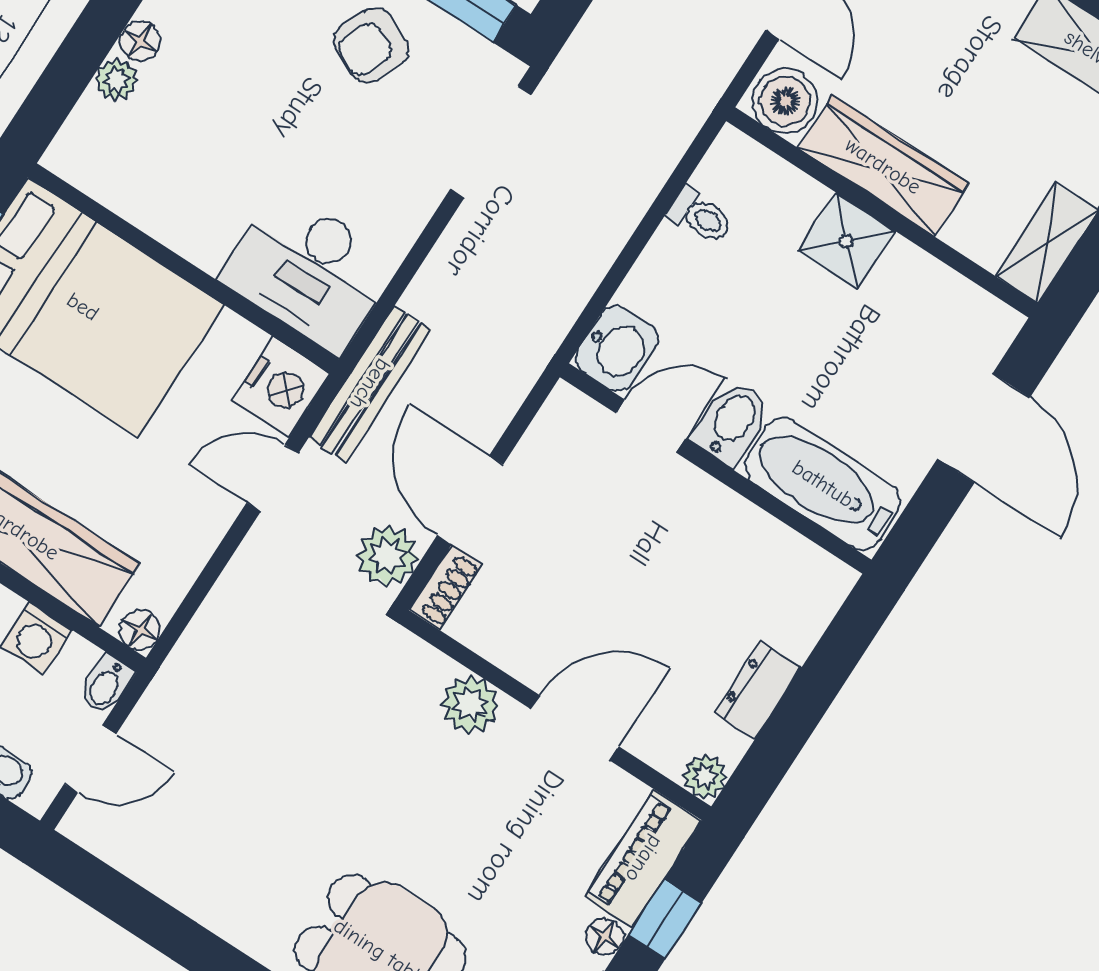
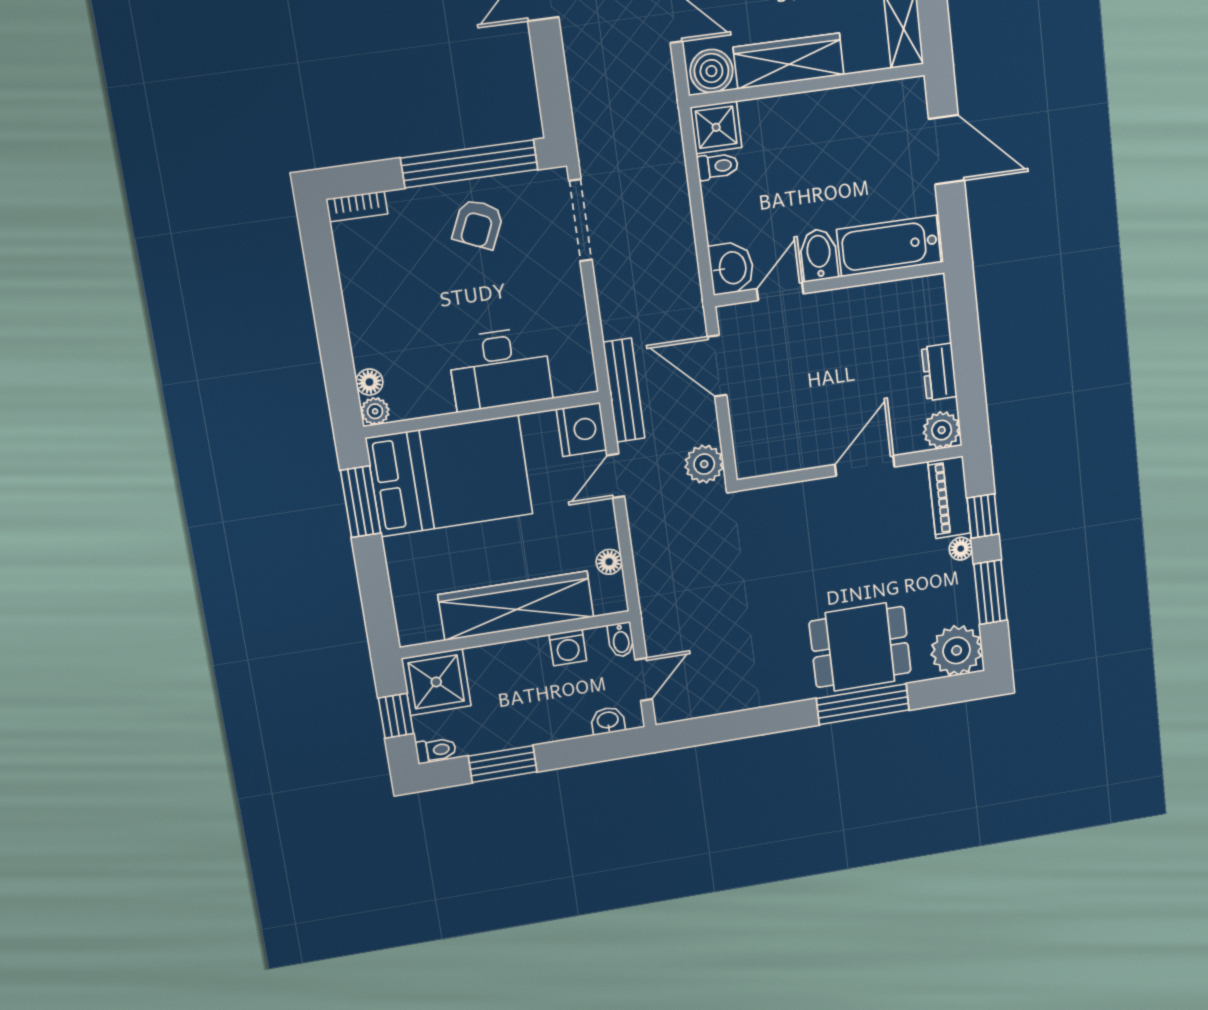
floor lamp: (140, 41) -> (369, 382), moved
plant: (116, 80) -> (375, 411), moved
shower: (846, 241) -> (716, 127), moved
desk: (309, 271) -> (500, 369), moved
door: (470, 500) -> (717, 366), moved
shoe rack: (446, 588) -> (746, 455), removed
floor lamp: (140, 630) -> (609, 562), moved
plant: (470, 704) -> (805, 498), removed
plant: (705, 777) -> (942, 430), width x1.38, depth x1.38

